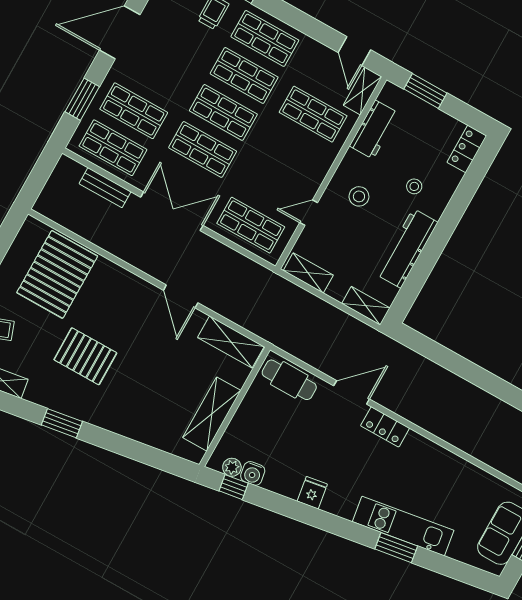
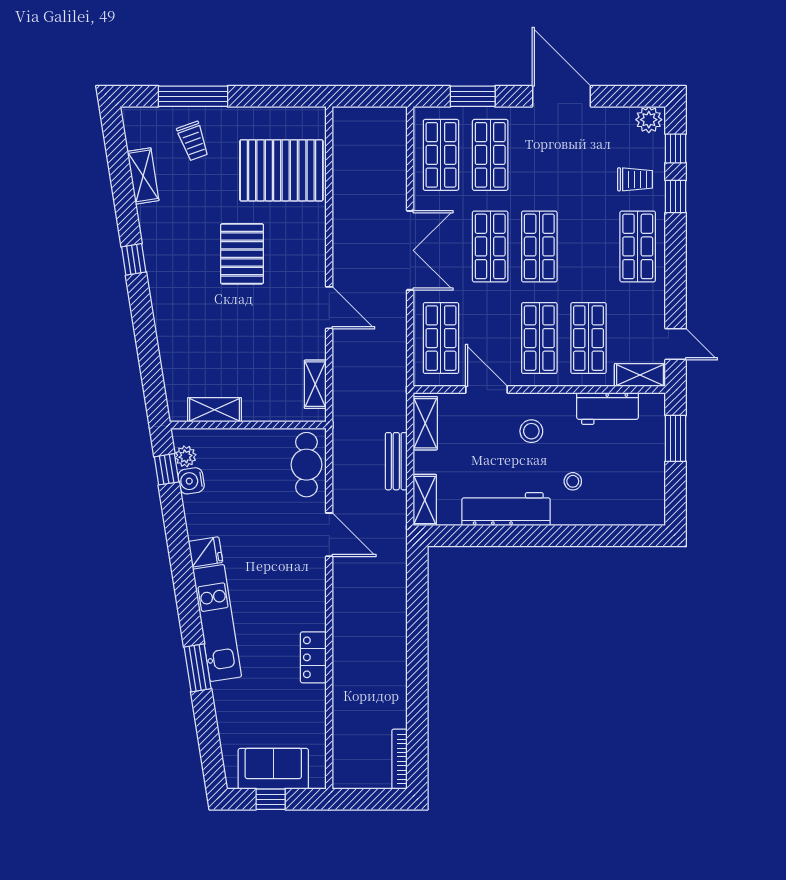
door: (354, 51) -> (676, 344), swing flipped
shop shelf: (244, 75) -> (539, 338), moved
locker: (467, 149) -> (641, 513), removed
bench: (105, 188) -> (396, 461), moved
door: (309, 213) -> (486, 390), width x1.38
door: (181, 296) -> (329, 308), swing flipped
shelving: (231, 342) -> (315, 384), width x0.67, depth x0.75
pallet: (85, 356) -> (242, 254), moved
shelving: (212, 414) -> (215, 410), width x0.67, depth x0.75
window: (62, 423) -> (134, 259), width x0.67
locker: (385, 427) -> (313, 657), moved
kitchen unit: (403, 526) -> (217, 623), moved

